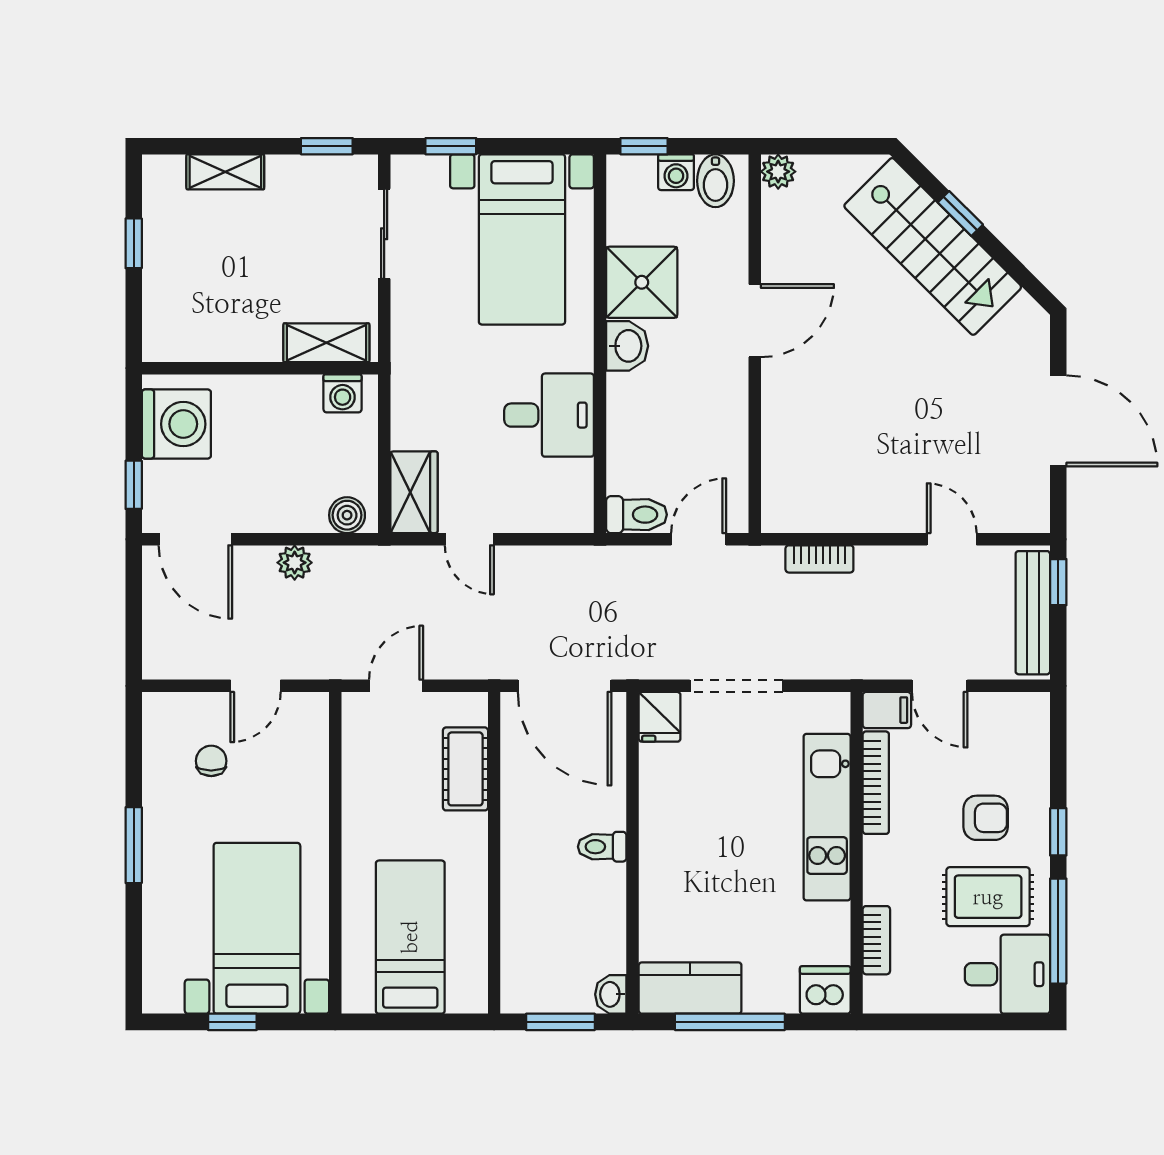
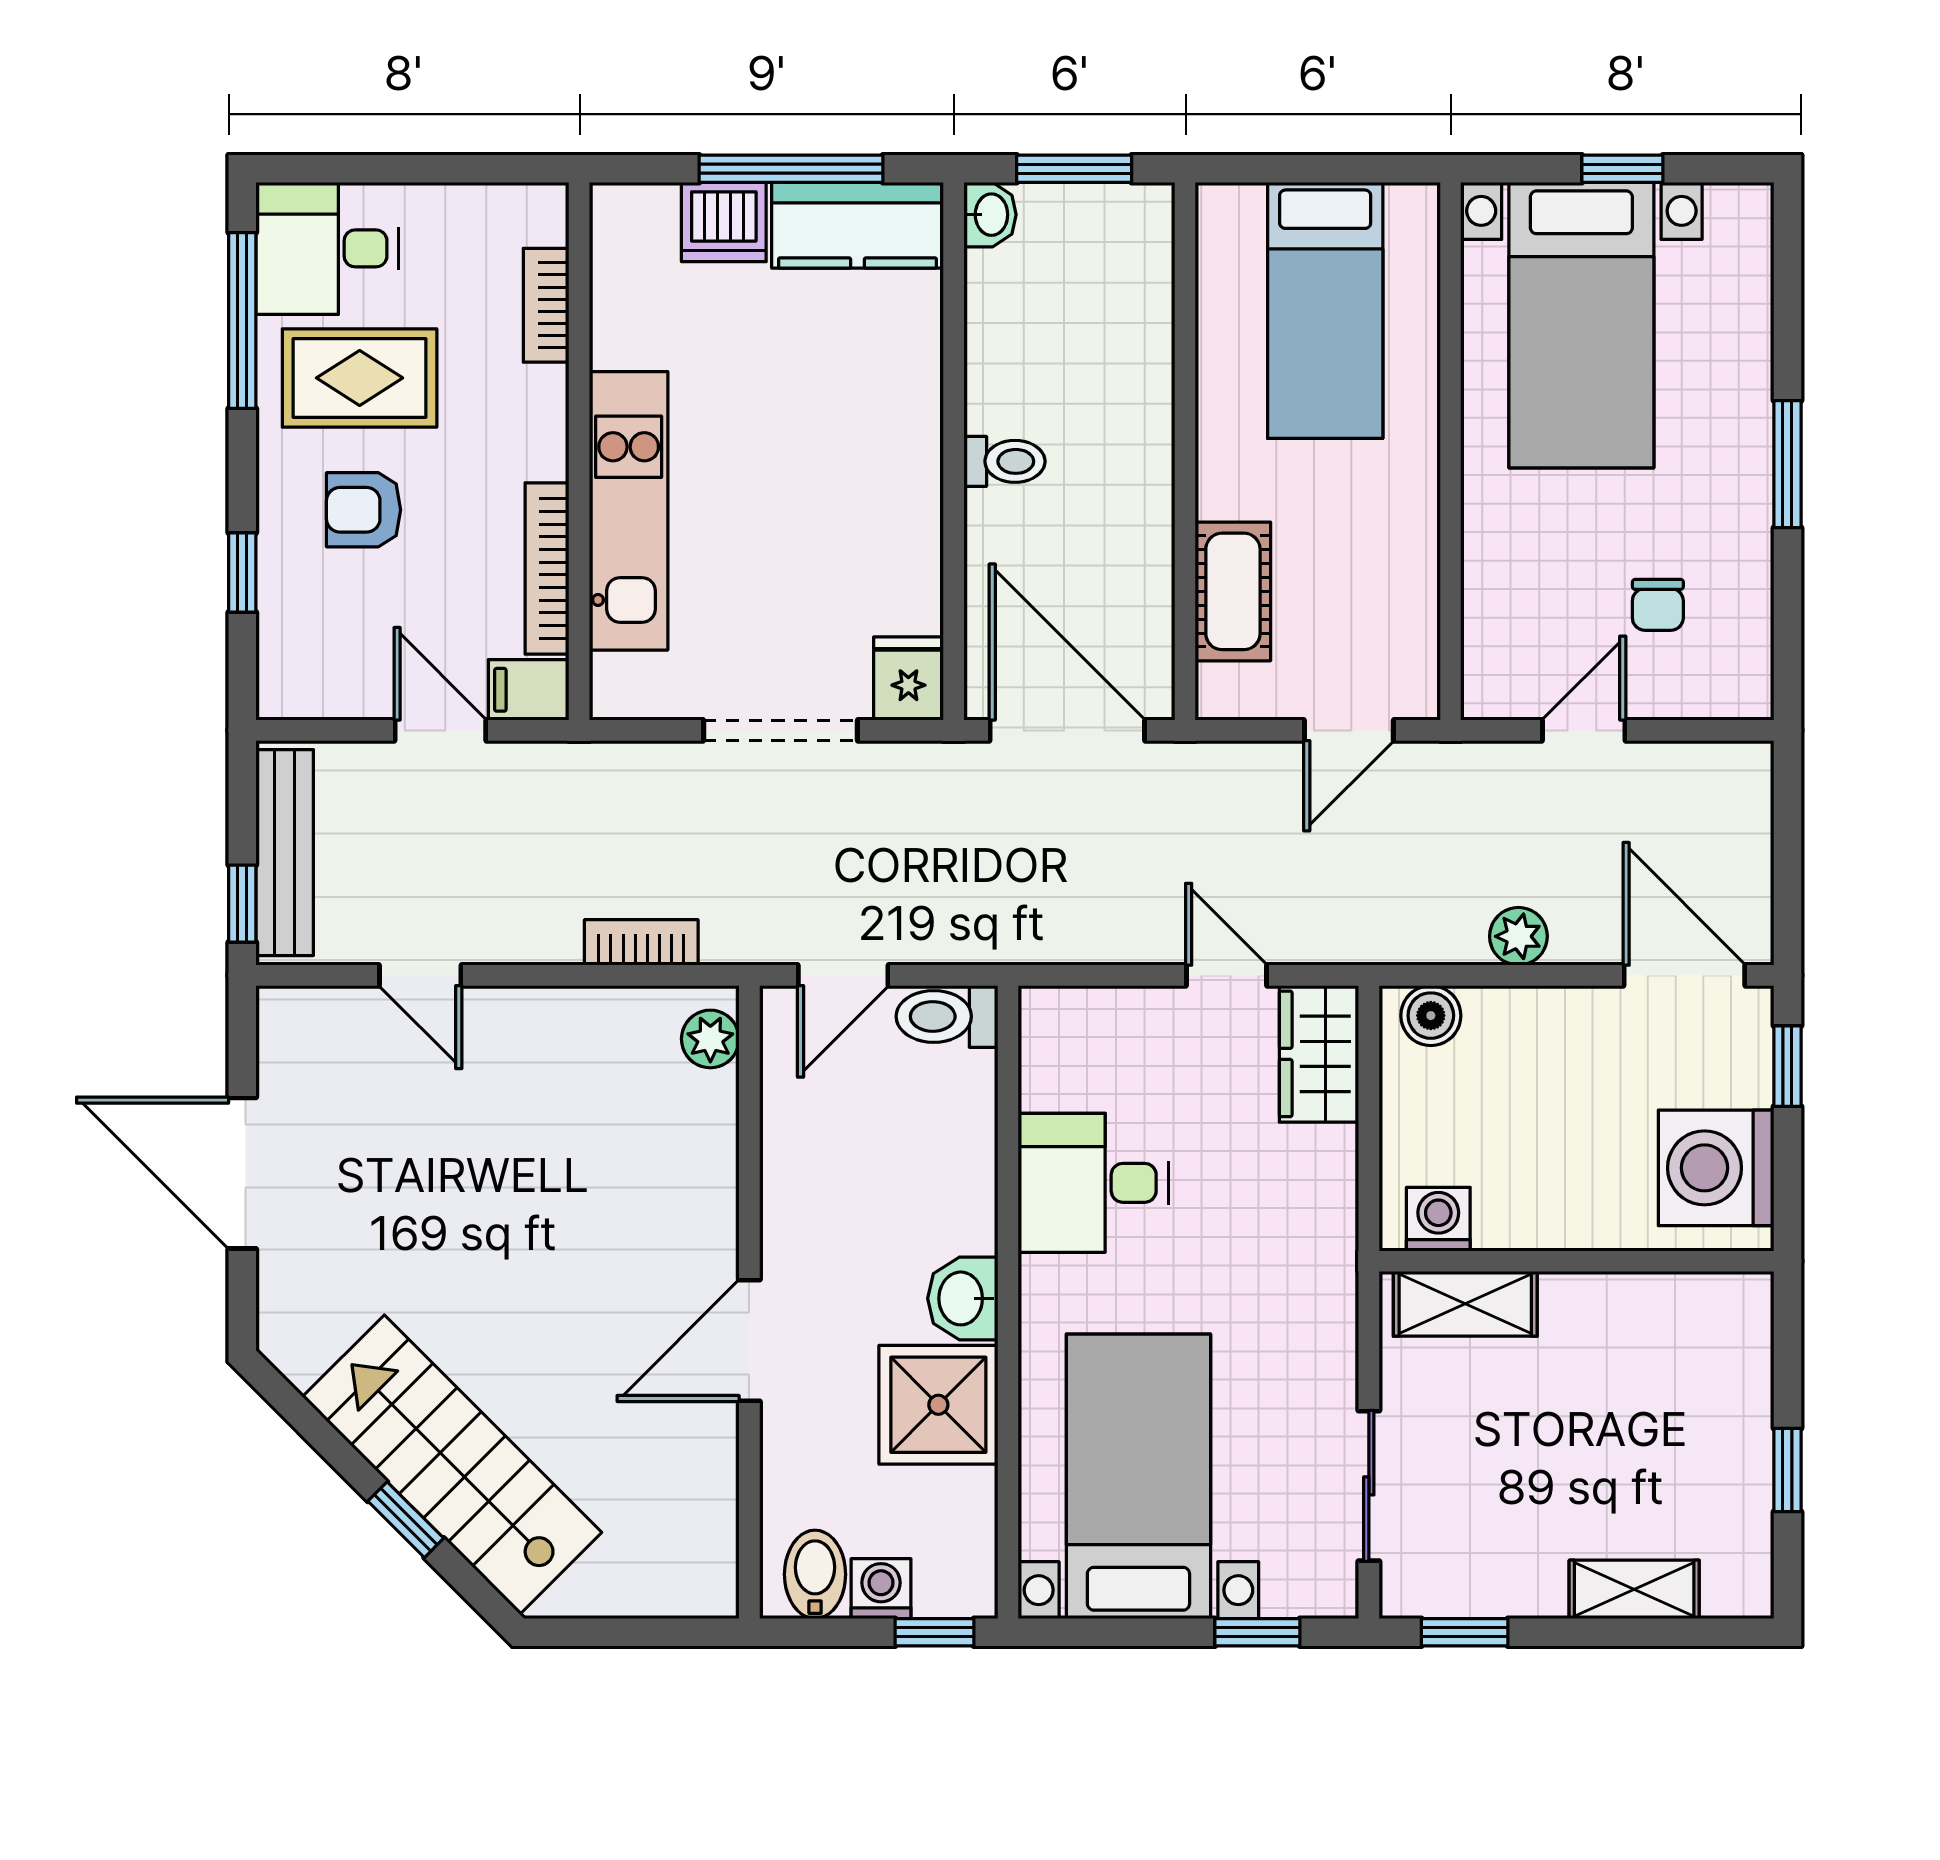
plant: (778, 172) -> (710, 1039), moved
window: (1058, 832) -> (242, 573), moved
dishwasher: (825, 990) -> (724, 222), moved

